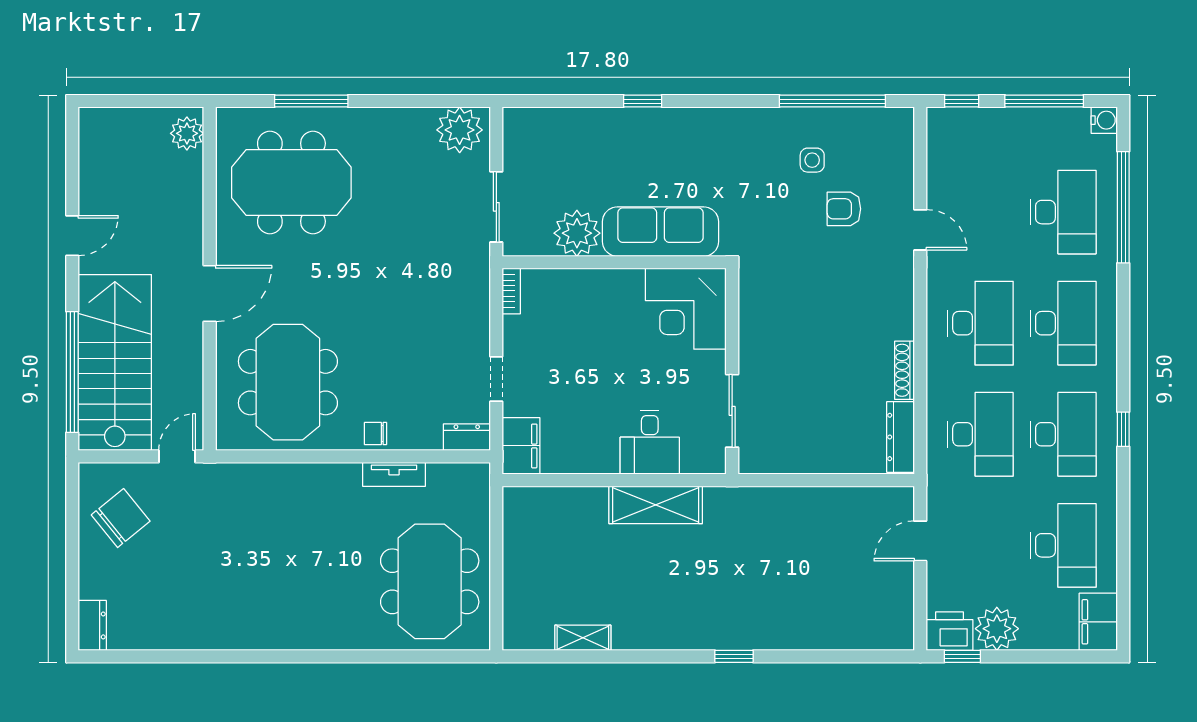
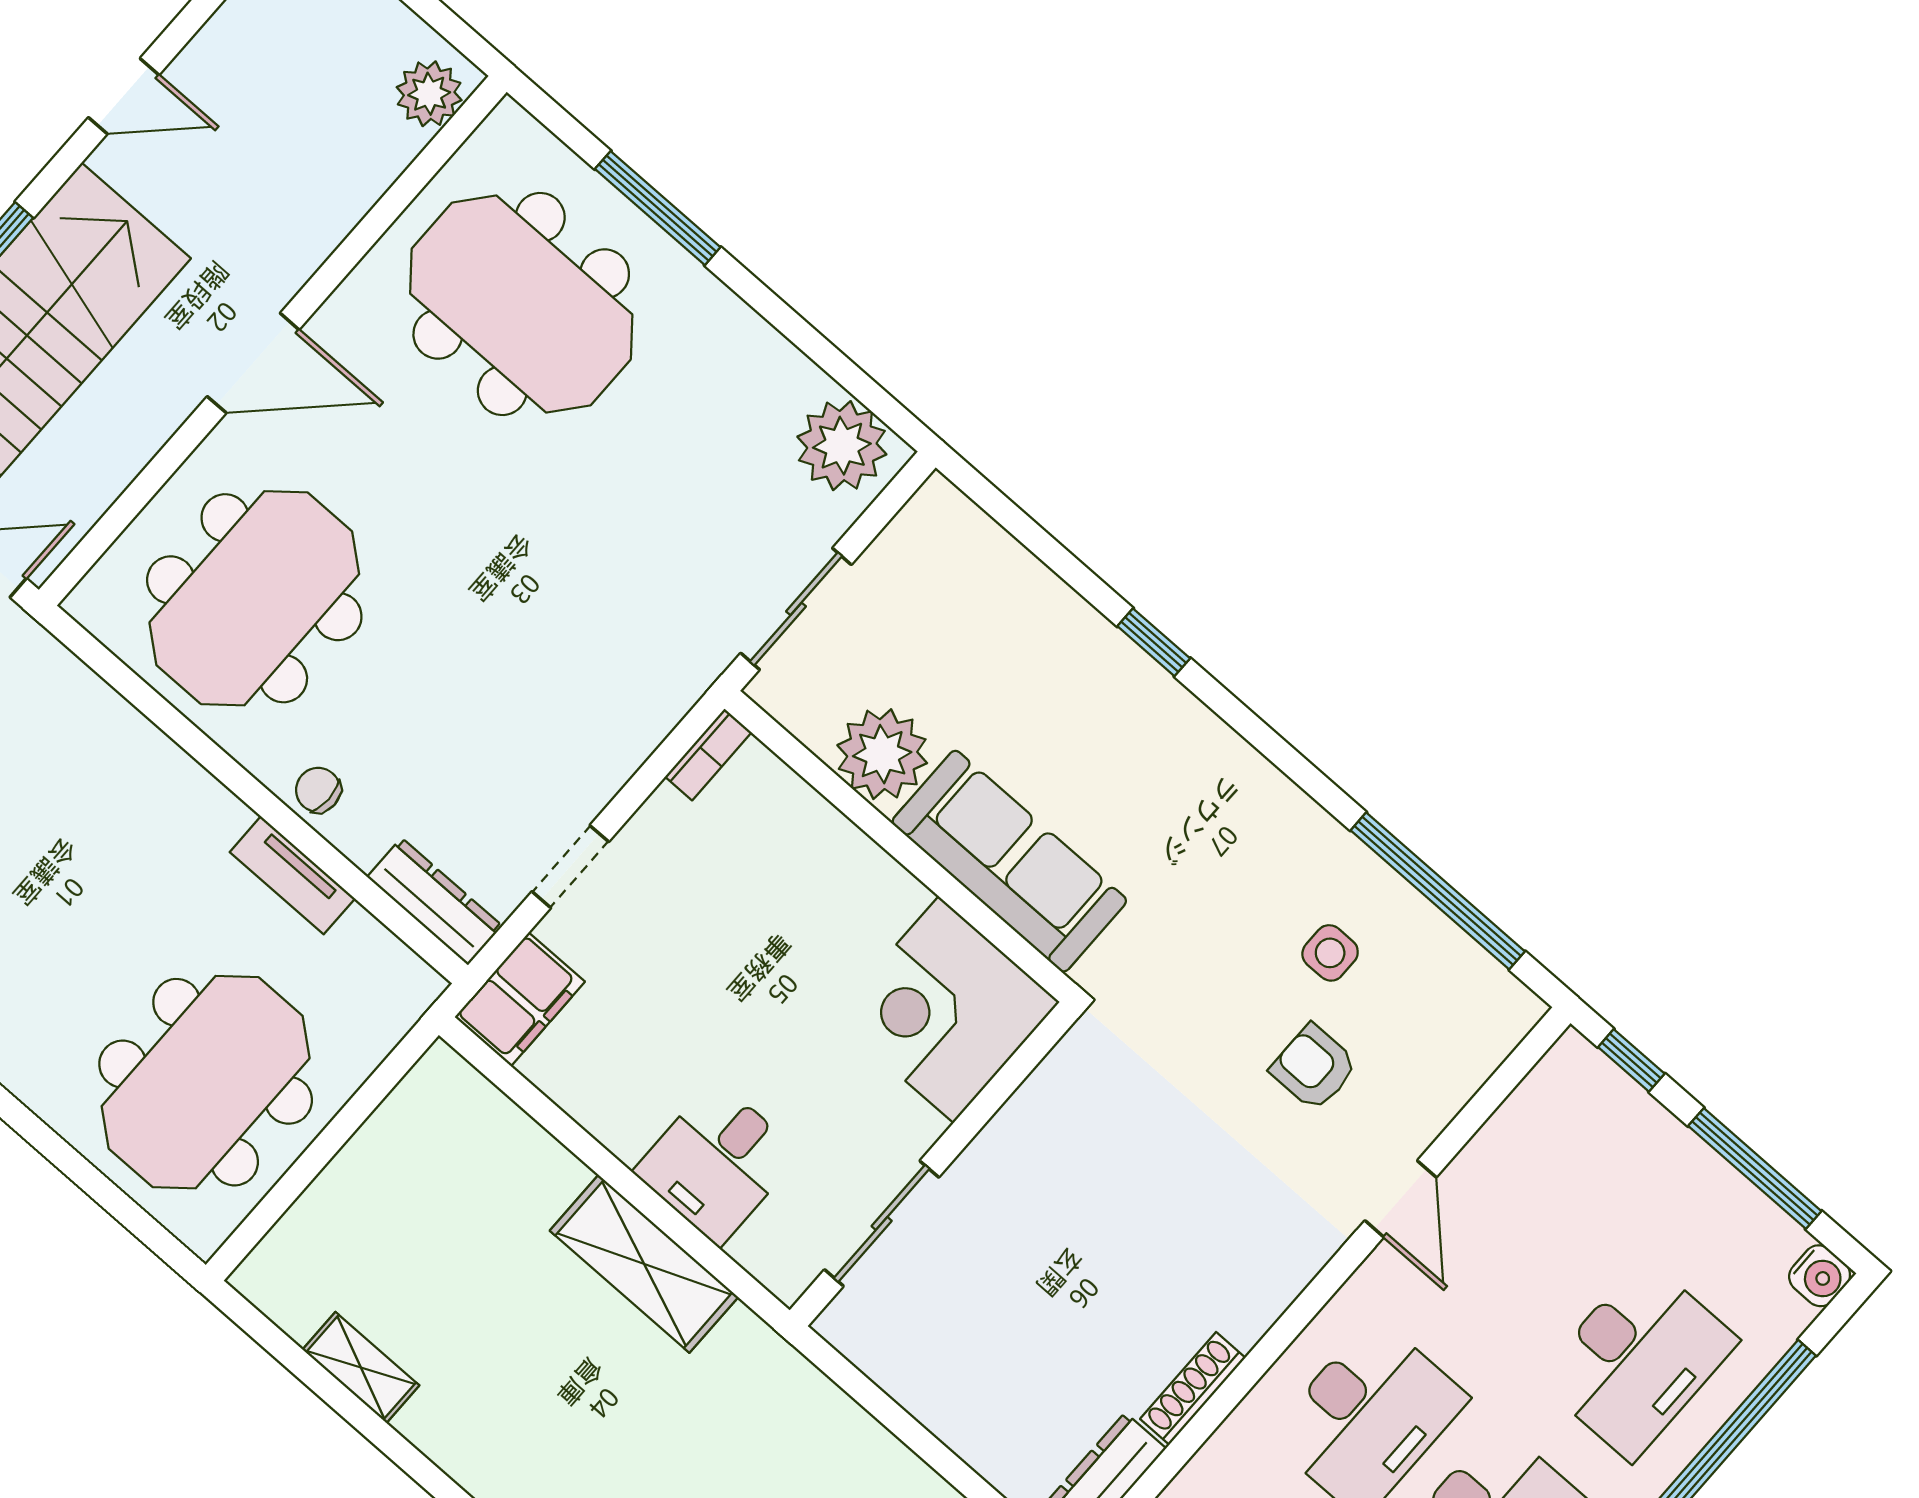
dresser: (467, 437) -> (435, 902), width x1.44

